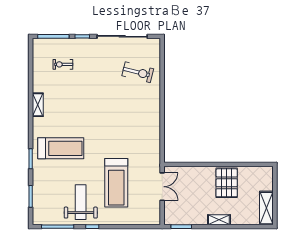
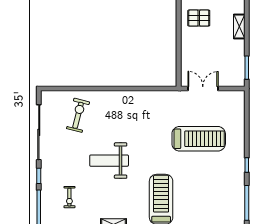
pallet: (227, 183) -> (199, 18), width x0.67, depth x0.71
weight bench: (81, 202) -> (109, 161), moved

